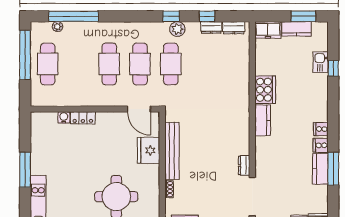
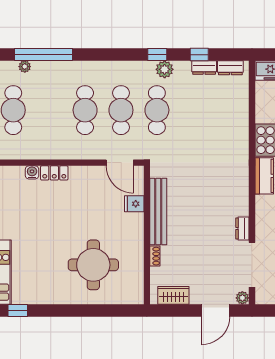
fridge: (149, 150) -> (134, 204), width x0.53, depth x0.75

